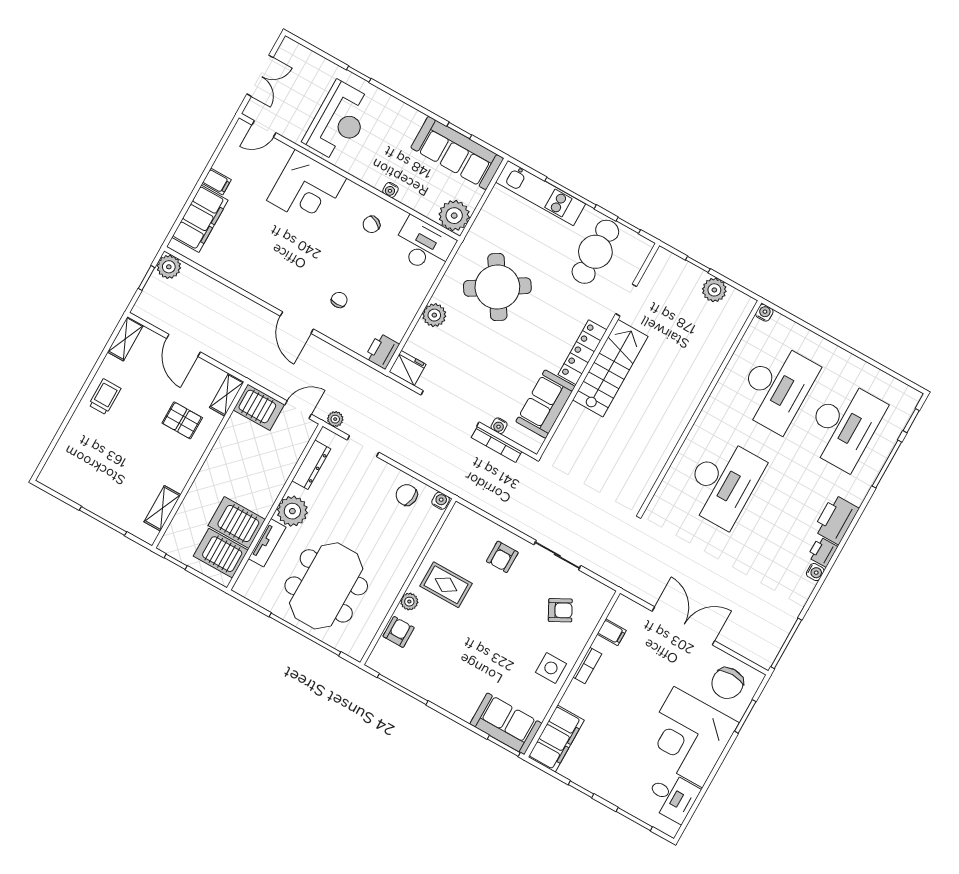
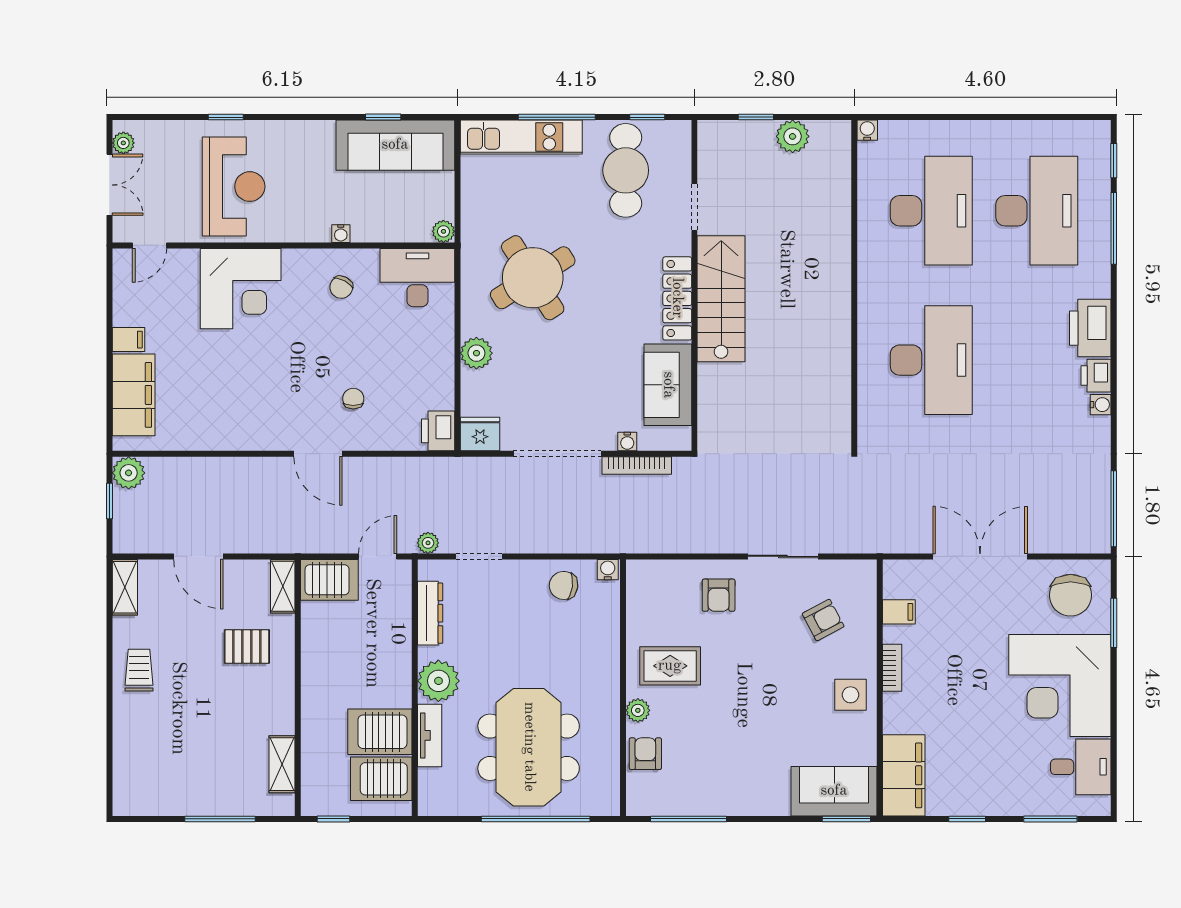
plant: (284, 54) -> (123, 143), added
plant: (454, 216) -> (443, 231), width x0.53, depth x0.53

